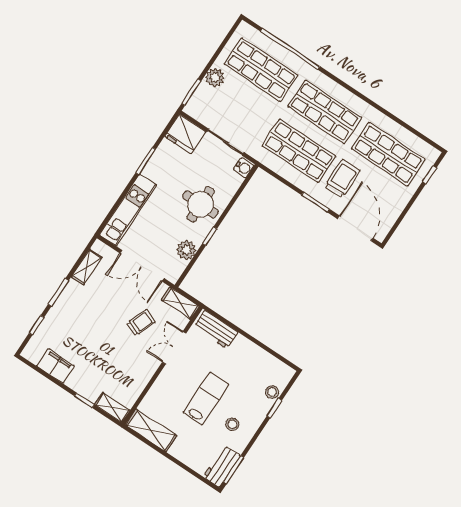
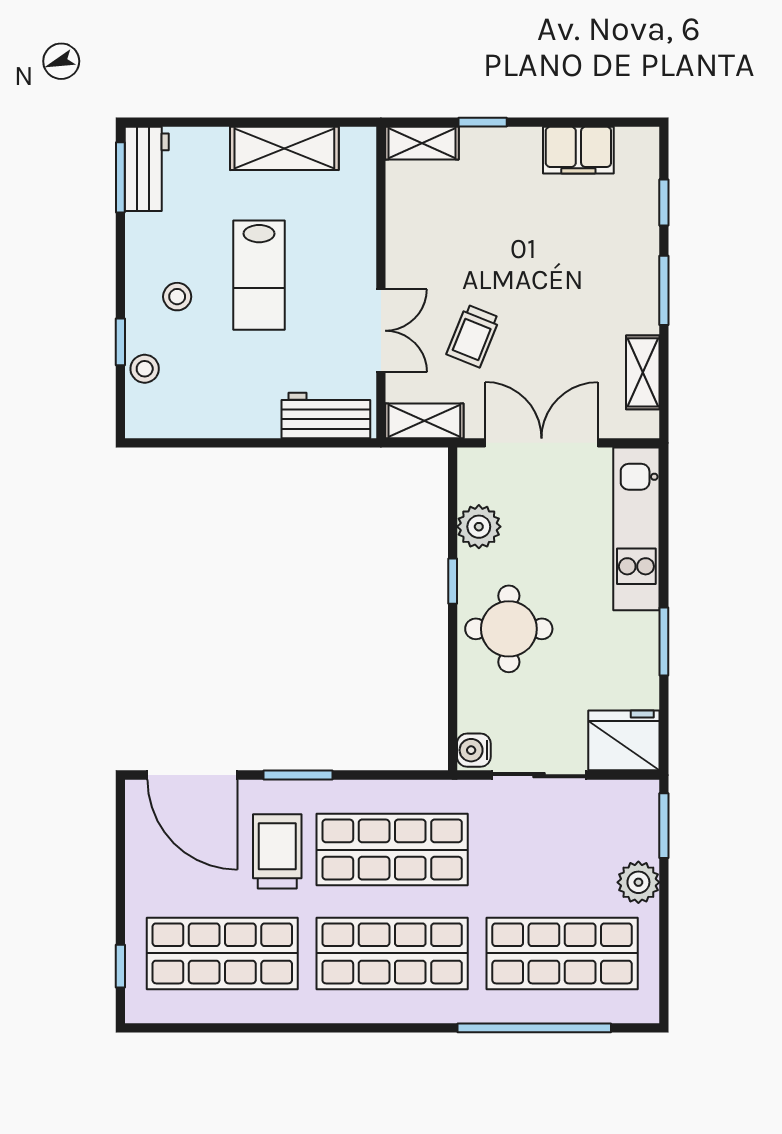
trolley: (342, 179) -> (277, 851), turned 180
stool: (232, 424) -> (177, 297), moved
shelving: (151, 430) -> (284, 148), moved

